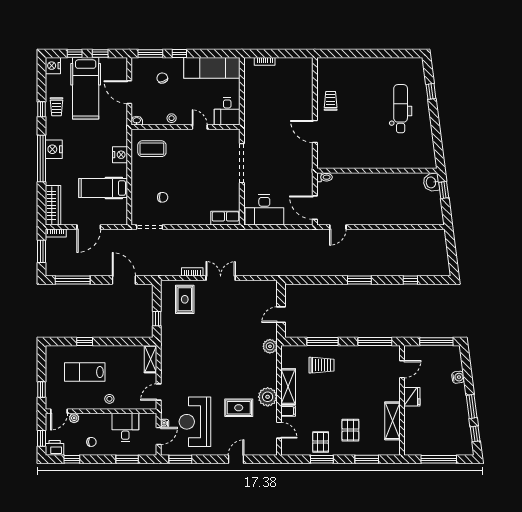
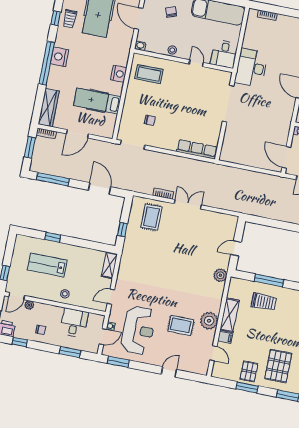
desk: (264, 210) -> (251, 68), moved, turned 90
row of seats: (225, 218) -> (197, 149), width x1.48
reception desk: (195, 422) -> (138, 330), turned 180
pallet: (350, 430) -> (278, 366), width x1.50, depth x1.42

